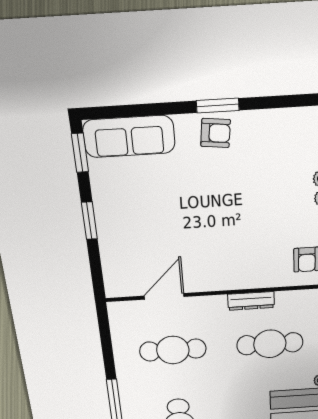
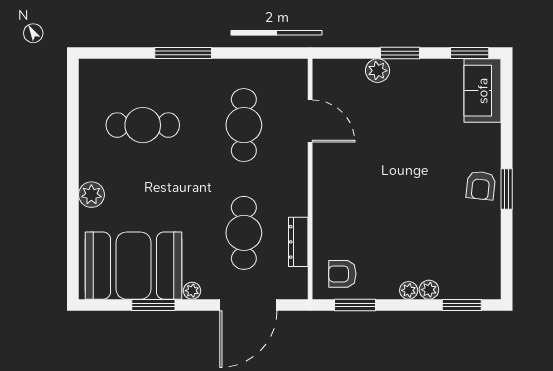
sofa: (129, 137) -> (483, 91), width x0.73
plant: (109, 240) -> (378, 71), added
dresser: (251, 301) -> (298, 242), moved

